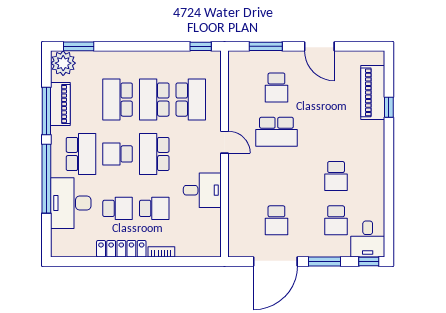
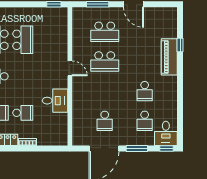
school desk: (276, 88) -> (105, 32), width x1.85
piano: (373, 92) -> (169, 57), moved
school desk: (154, 100) -> (23, 40), turned 180
school desk: (191, 100) -> (47, 40), removed
school desk: (154, 154) -> (23, 76), removed

